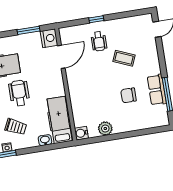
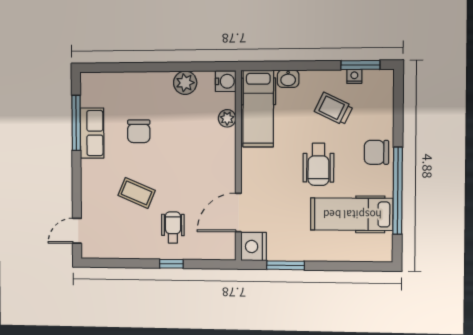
chair: (129, 95) -> (139, 131), turned 90
plant: (77, 111) -> (227, 118), added

